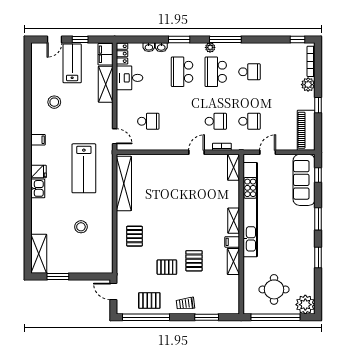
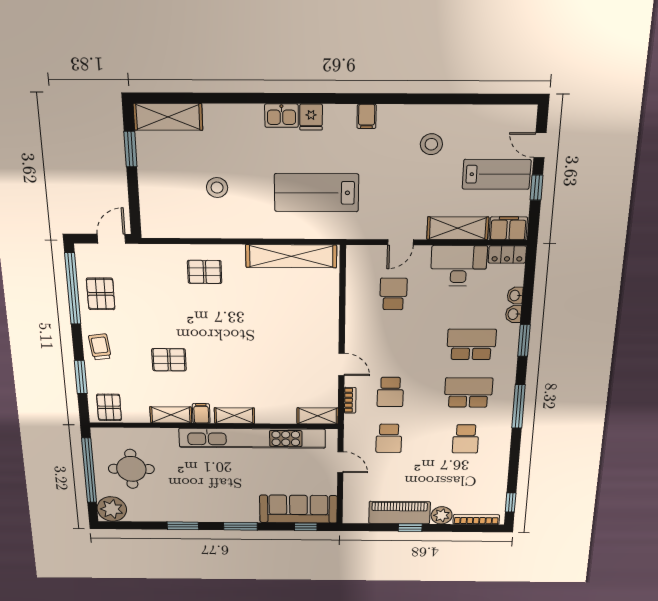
plant: (210, 47) -> (507, 385), removed
desk: (130, 78) -> (459, 266), width x1.37
school desk: (148, 121) -> (393, 294), turned 180
piano: (306, 130) -> (399, 513), moved
door: (115, 136) -> (401, 242), moved
pallet: (167, 267) -> (109, 407), moved

